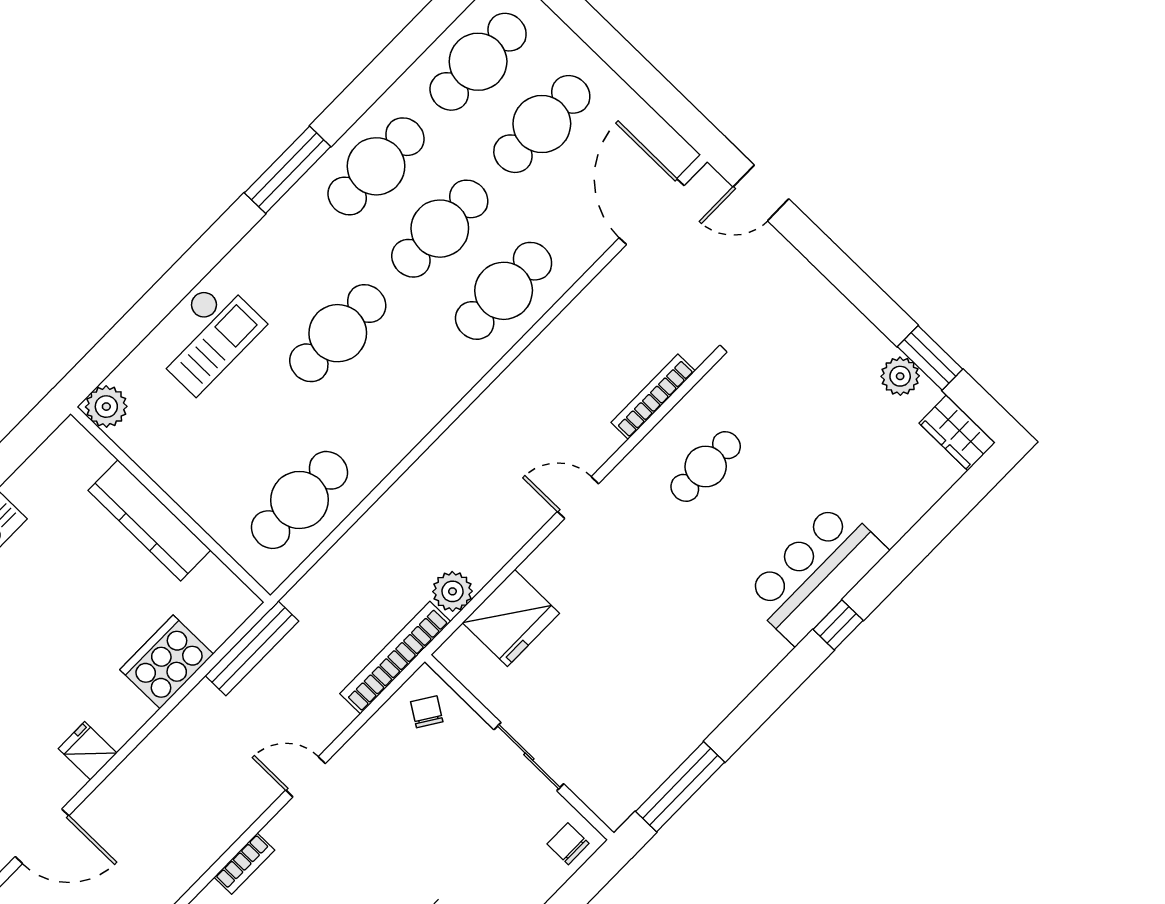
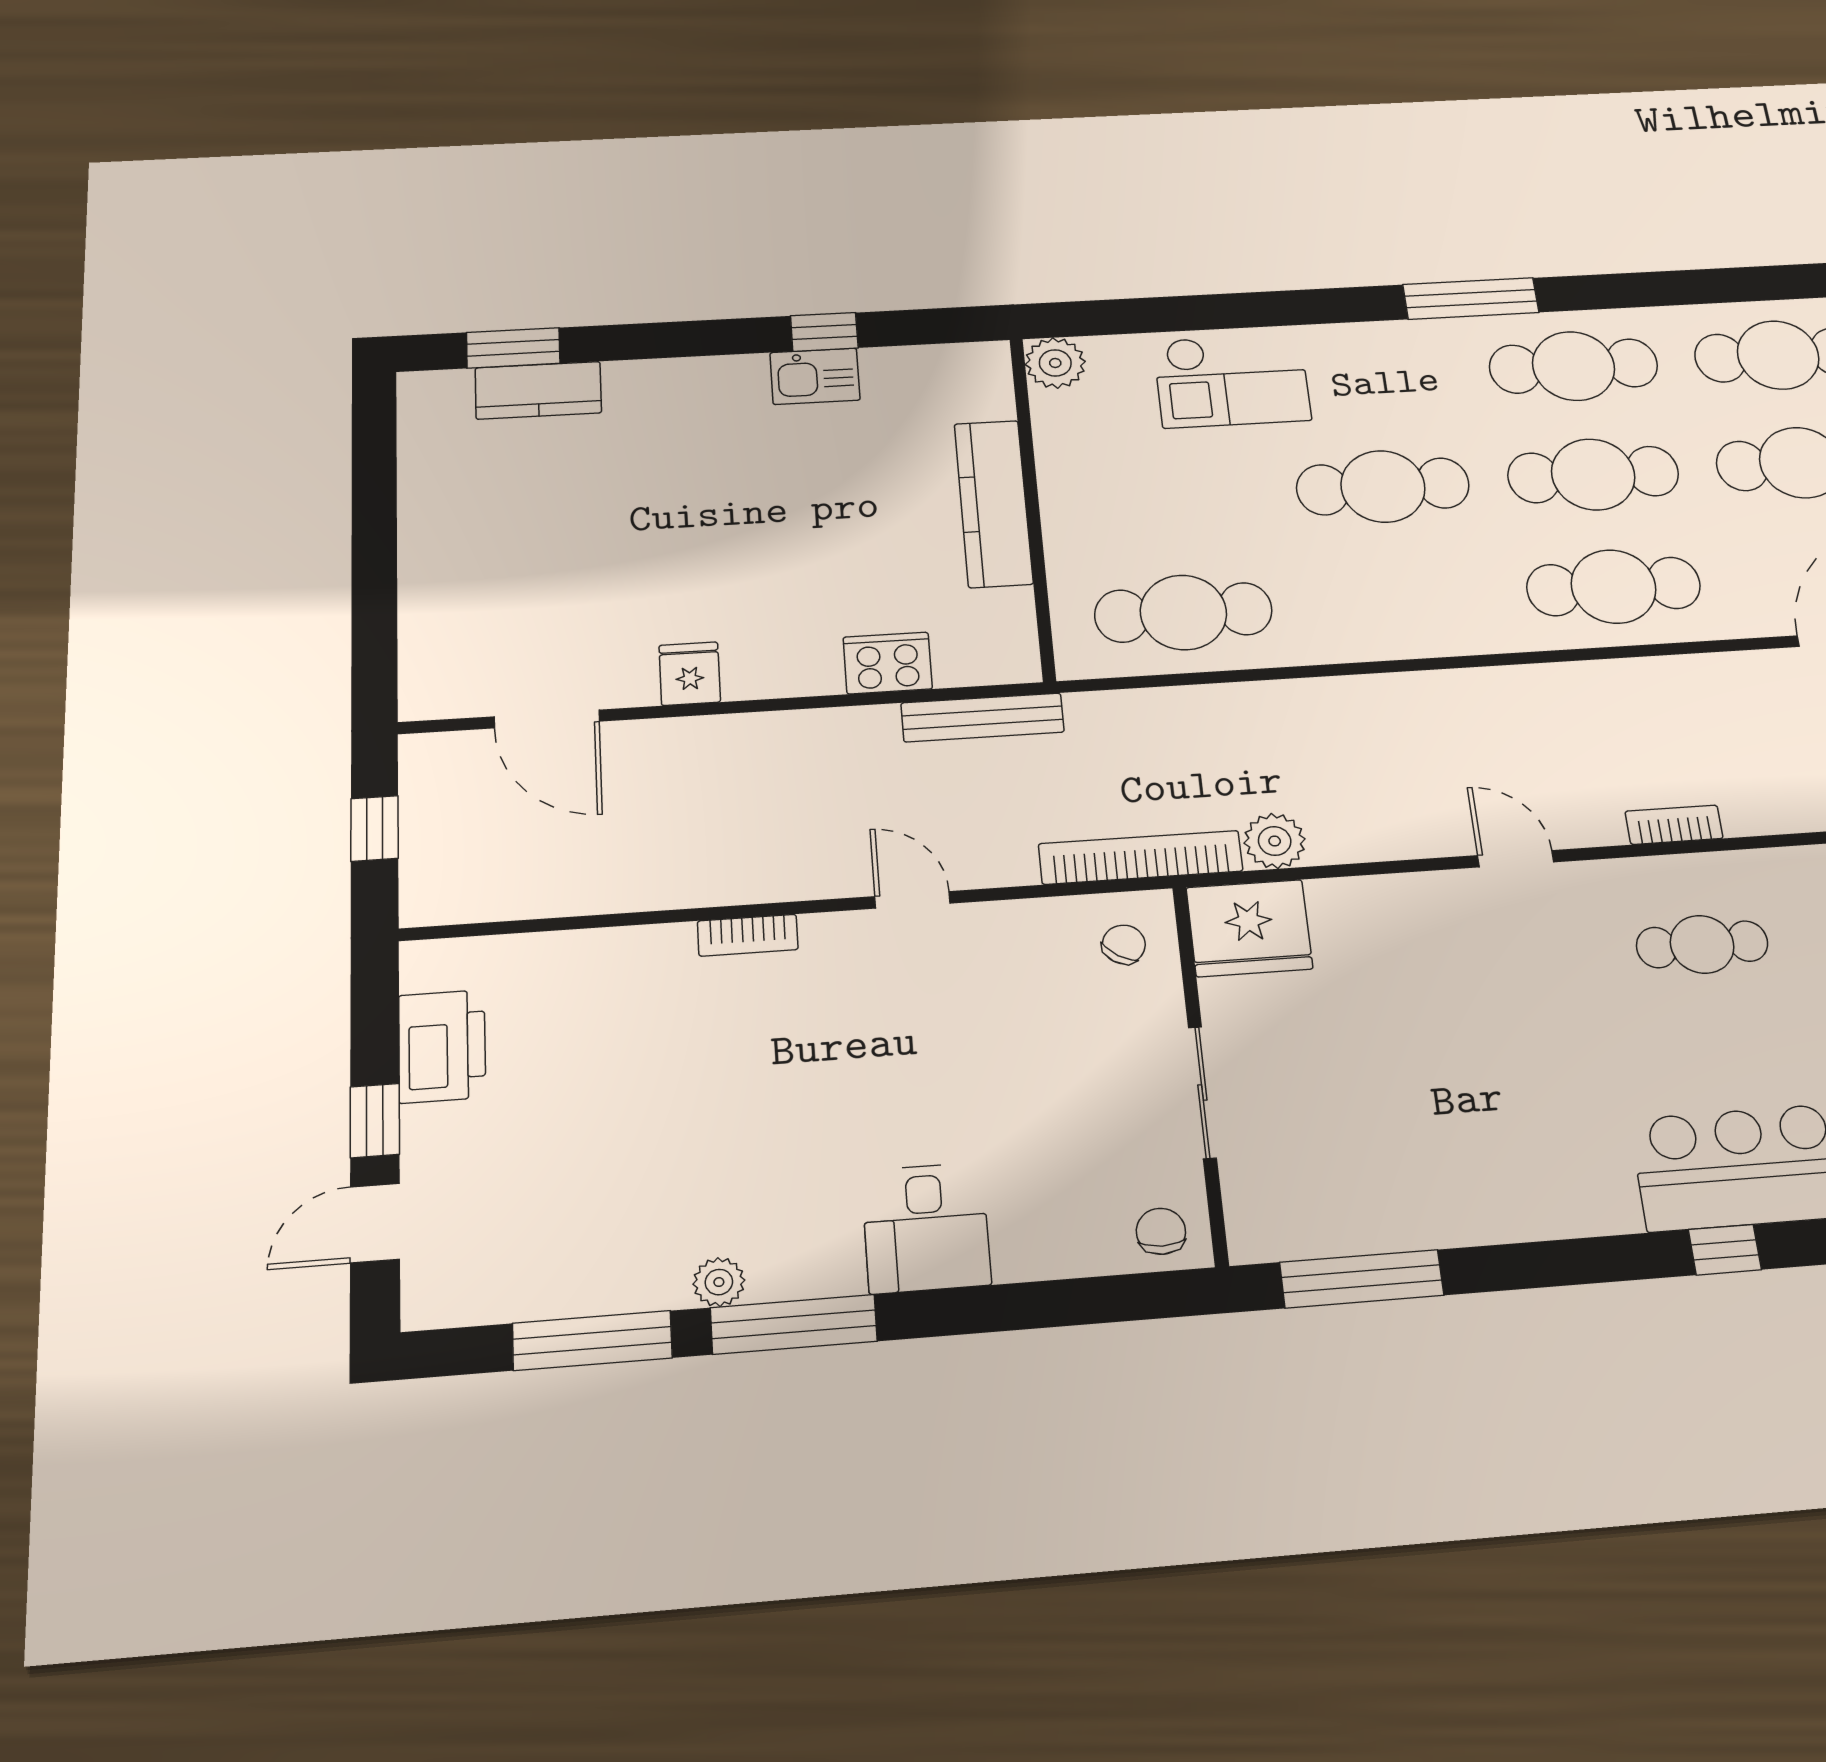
bookcase: (653, 397) -> (1674, 825), width x0.64
fridge: (511, 618) -> (1249, 928), moved
cooker: (167, 662) -> (888, 663), width x0.73, depth x0.76

